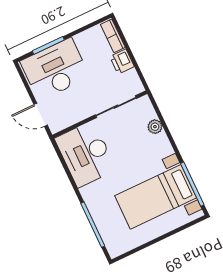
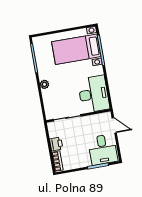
desk: (55, 69) -> (103, 150), width x0.73
plant: (155, 127) -> (44, 84), moved
bed with nightstands: (156, 197) -> (76, 49), moved, turned 180

